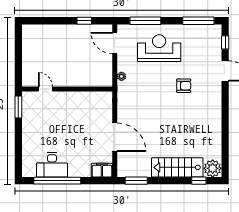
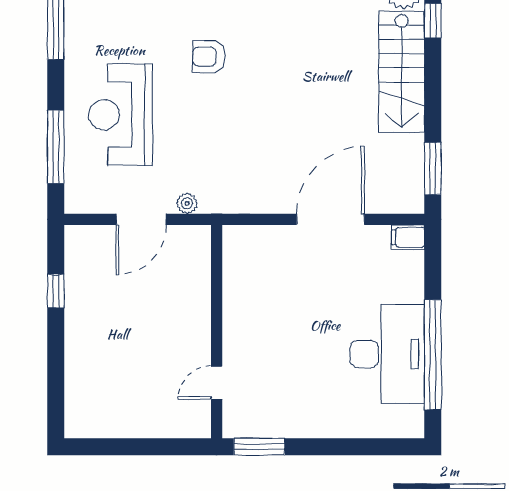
door: (115, 43) -> (141, 219), moved
armchair: (184, 86) -> (209, 57), turned -90
desk: (52, 165) -> (387, 354), width x1.36, depth x1.30
filing cabinet: (102, 170) -> (408, 237), width x0.50

